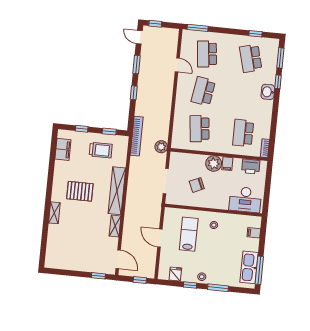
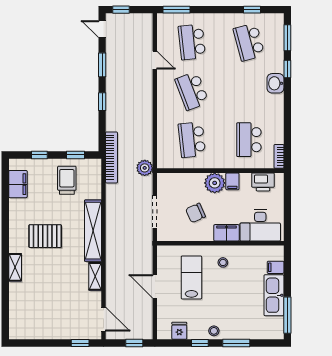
school desk: (203, 91) -> (192, 91), turned -30
trolley: (101, 150) -> (67, 180), turned -90
filing cabinet: (219, 203) -> (227, 233), added
kitchen sink: (249, 267) -> (274, 295), moved

